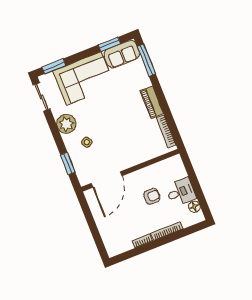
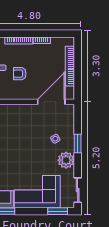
window: (68, 164) -> (78, 144), moved
bookcase: (102, 225) -> (70, 66), added

